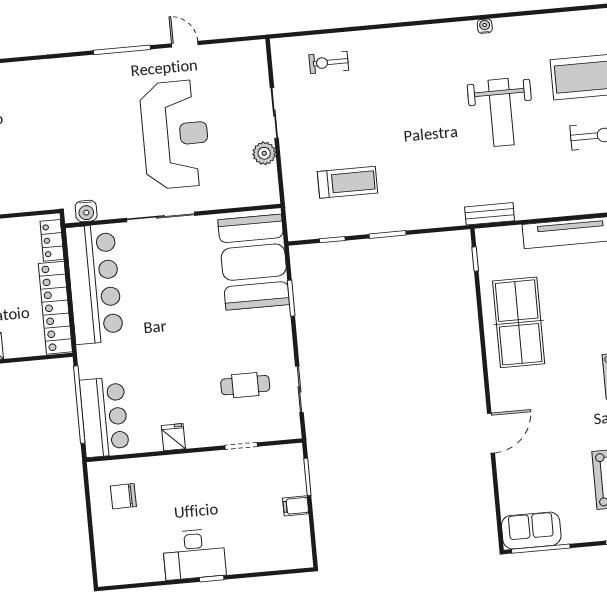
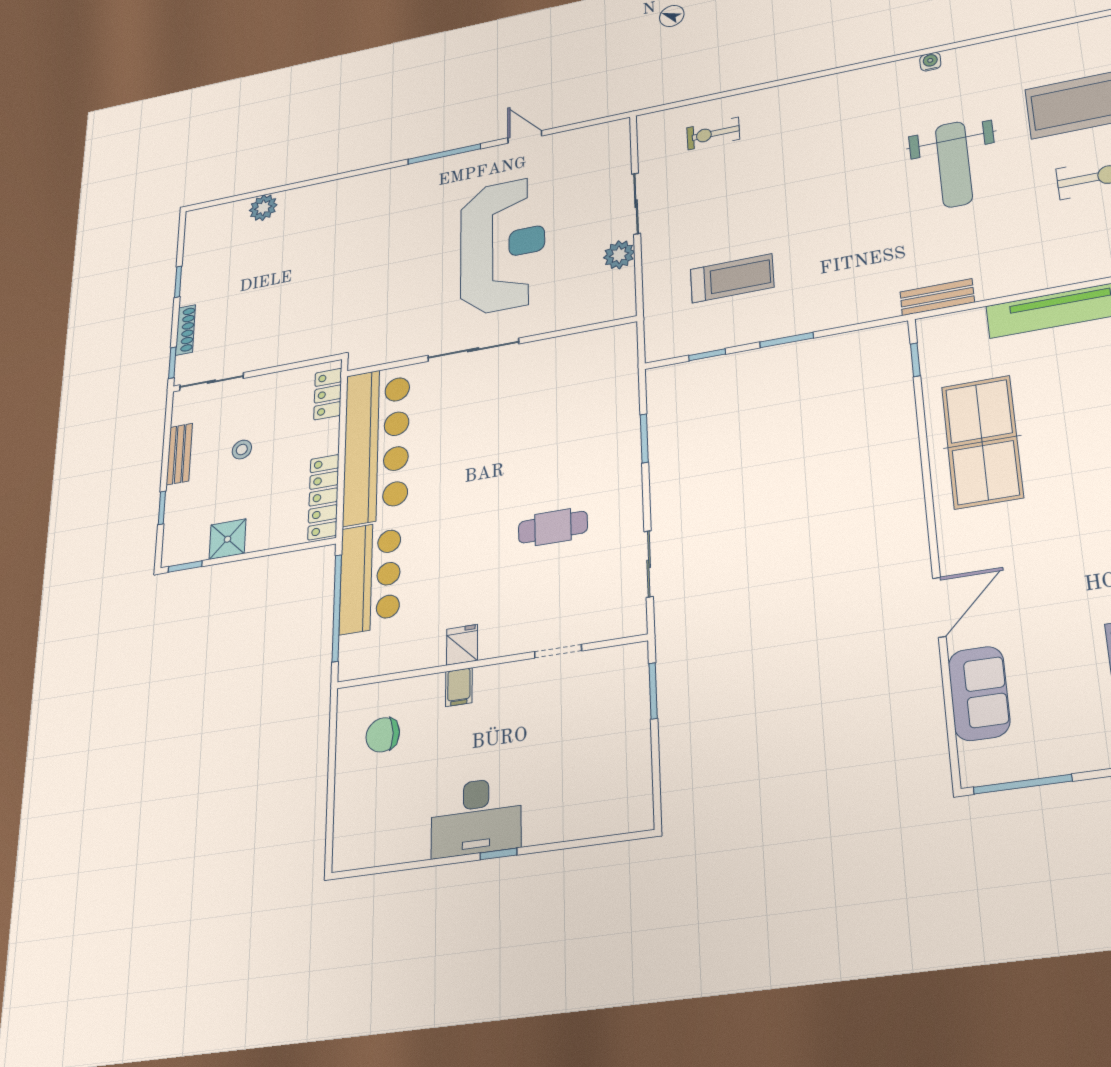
water cooler: (86, 211) -> (376, 353), removed
booth: (254, 262) -> (595, 395), removed
locker: (55, 308) -> (323, 497), width x0.71, depth x0.83
cafe table: (245, 385) -> (553, 527), moved
bar counter: (104, 417) -> (370, 577), moved
filing cabinet: (296, 506) -> (459, 687), moved, turned -90
sofa: (531, 531) -> (979, 693), moved, turned 90

